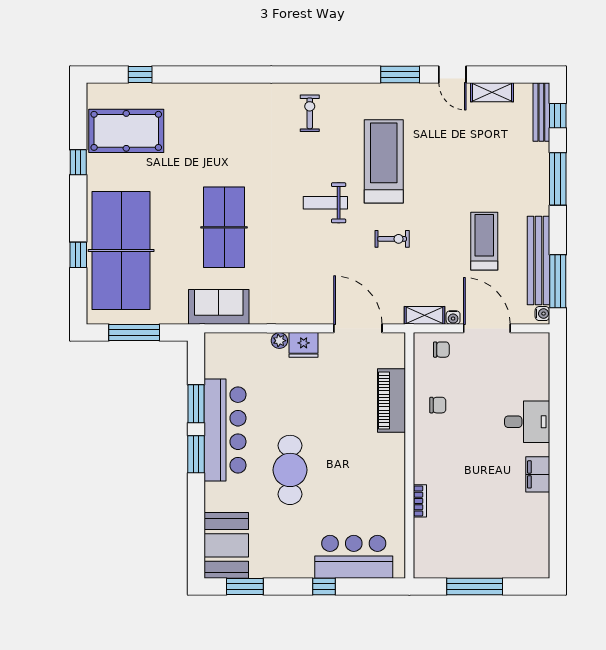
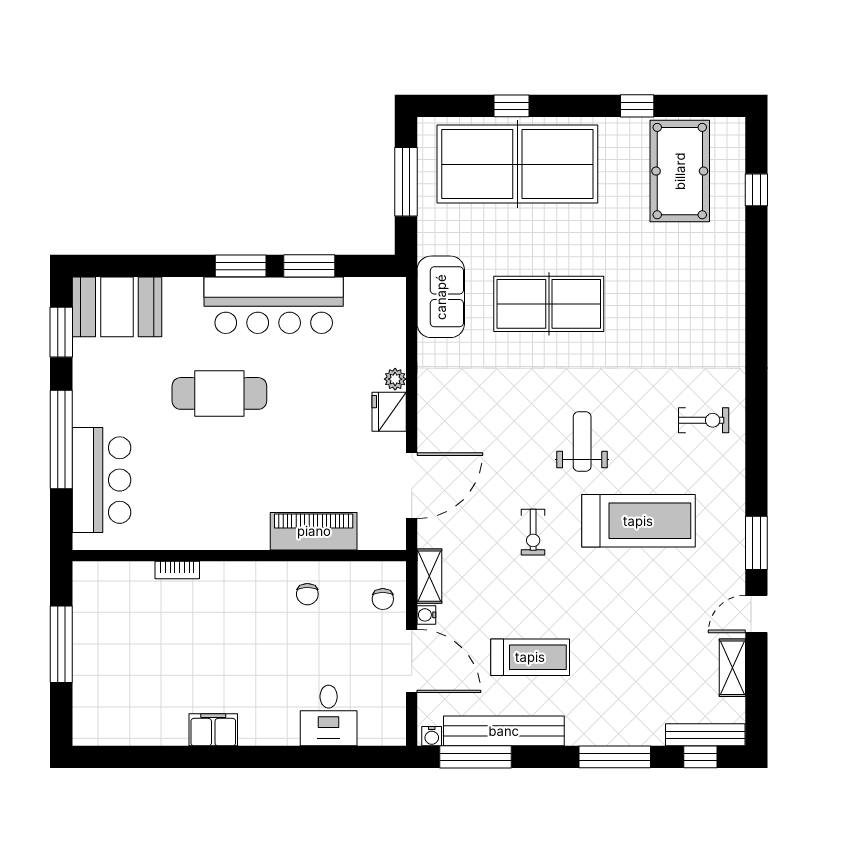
door: (487, 328) -> (412, 661), hinge flipped
desk: (527, 422) -> (329, 715), moved
window: (324, 586) -> (61, 440), width x3.17

